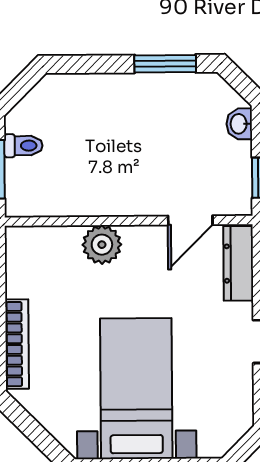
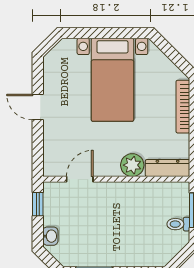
dresser: (238, 263) -> (168, 168), moved, turned -90

